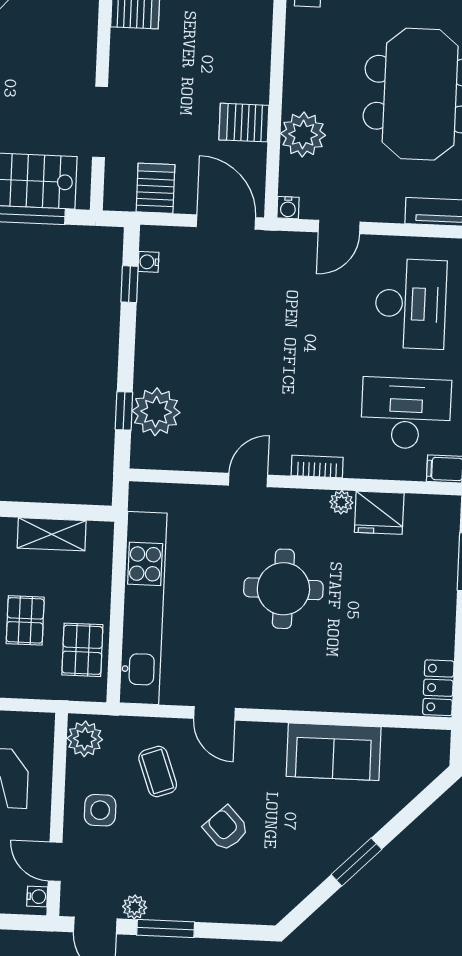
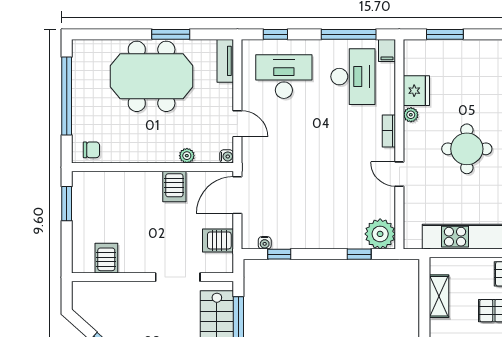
plant: (303, 134) -> (187, 156), width x0.53, depth x0.53
plant: (156, 412) -> (380, 234), moved
desk: (406, 413) -> (353, 77), turned 180

